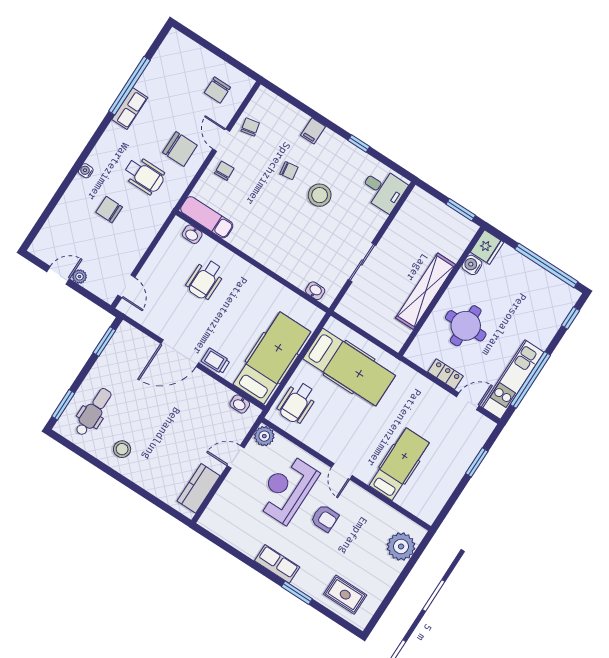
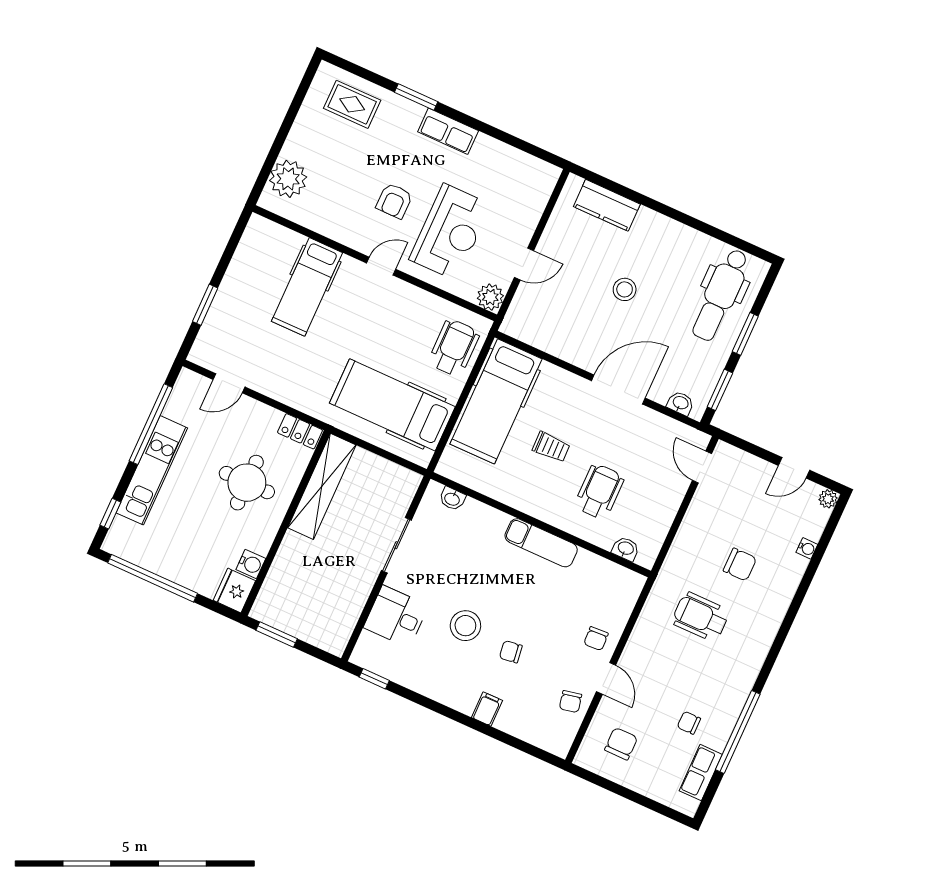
row of seats: (130, 109) -> (701, 773), moved
window: (359, 144) -> (374, 679), moved
chair: (180, 149) -> (689, 723), moved, width x0.54, depth x0.54
water cooler: (86, 171) -> (807, 548), moved
desk: (383, 190) -> (396, 617), moved
exam couch: (207, 217) -> (541, 543), moved
plant: (79, 277) -> (828, 499), moved
shelving: (426, 291) -> (322, 486), moved
trolley: (216, 361) -> (551, 447), moved
locker: (445, 374) -> (300, 431), moved
kitchen unit: (513, 380) -> (152, 470), moved
washbasin: (240, 404) -> (680, 403), moved
window: (63, 405) -> (745, 334), moved
dental chair: (93, 412) -> (720, 295), width x1.36, depth x1.38
stool: (122, 449) -> (625, 289), moved
door: (342, 471) -> (381, 266), hinge flipped
kitchen counter: (198, 488) -> (607, 205), moved, turned 90
armchair: (325, 518) -> (394, 201), turned -90

